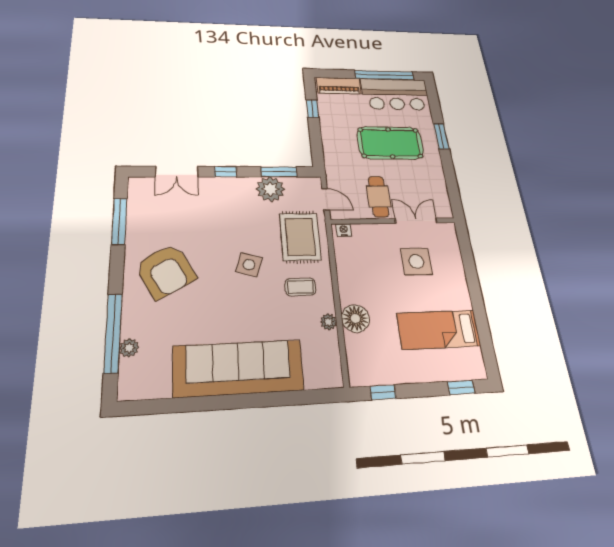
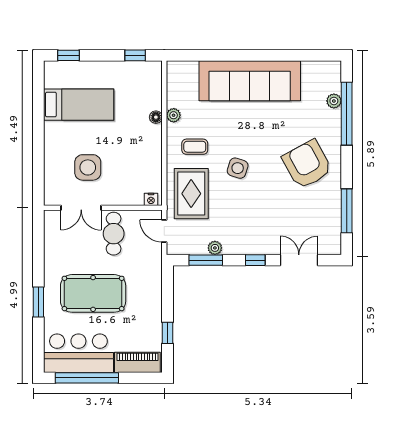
plant: (270, 189) -> (215, 248), width x0.53, depth x0.53
floor lamp: (355, 318) -> (156, 117), width x0.53, depth x0.53

